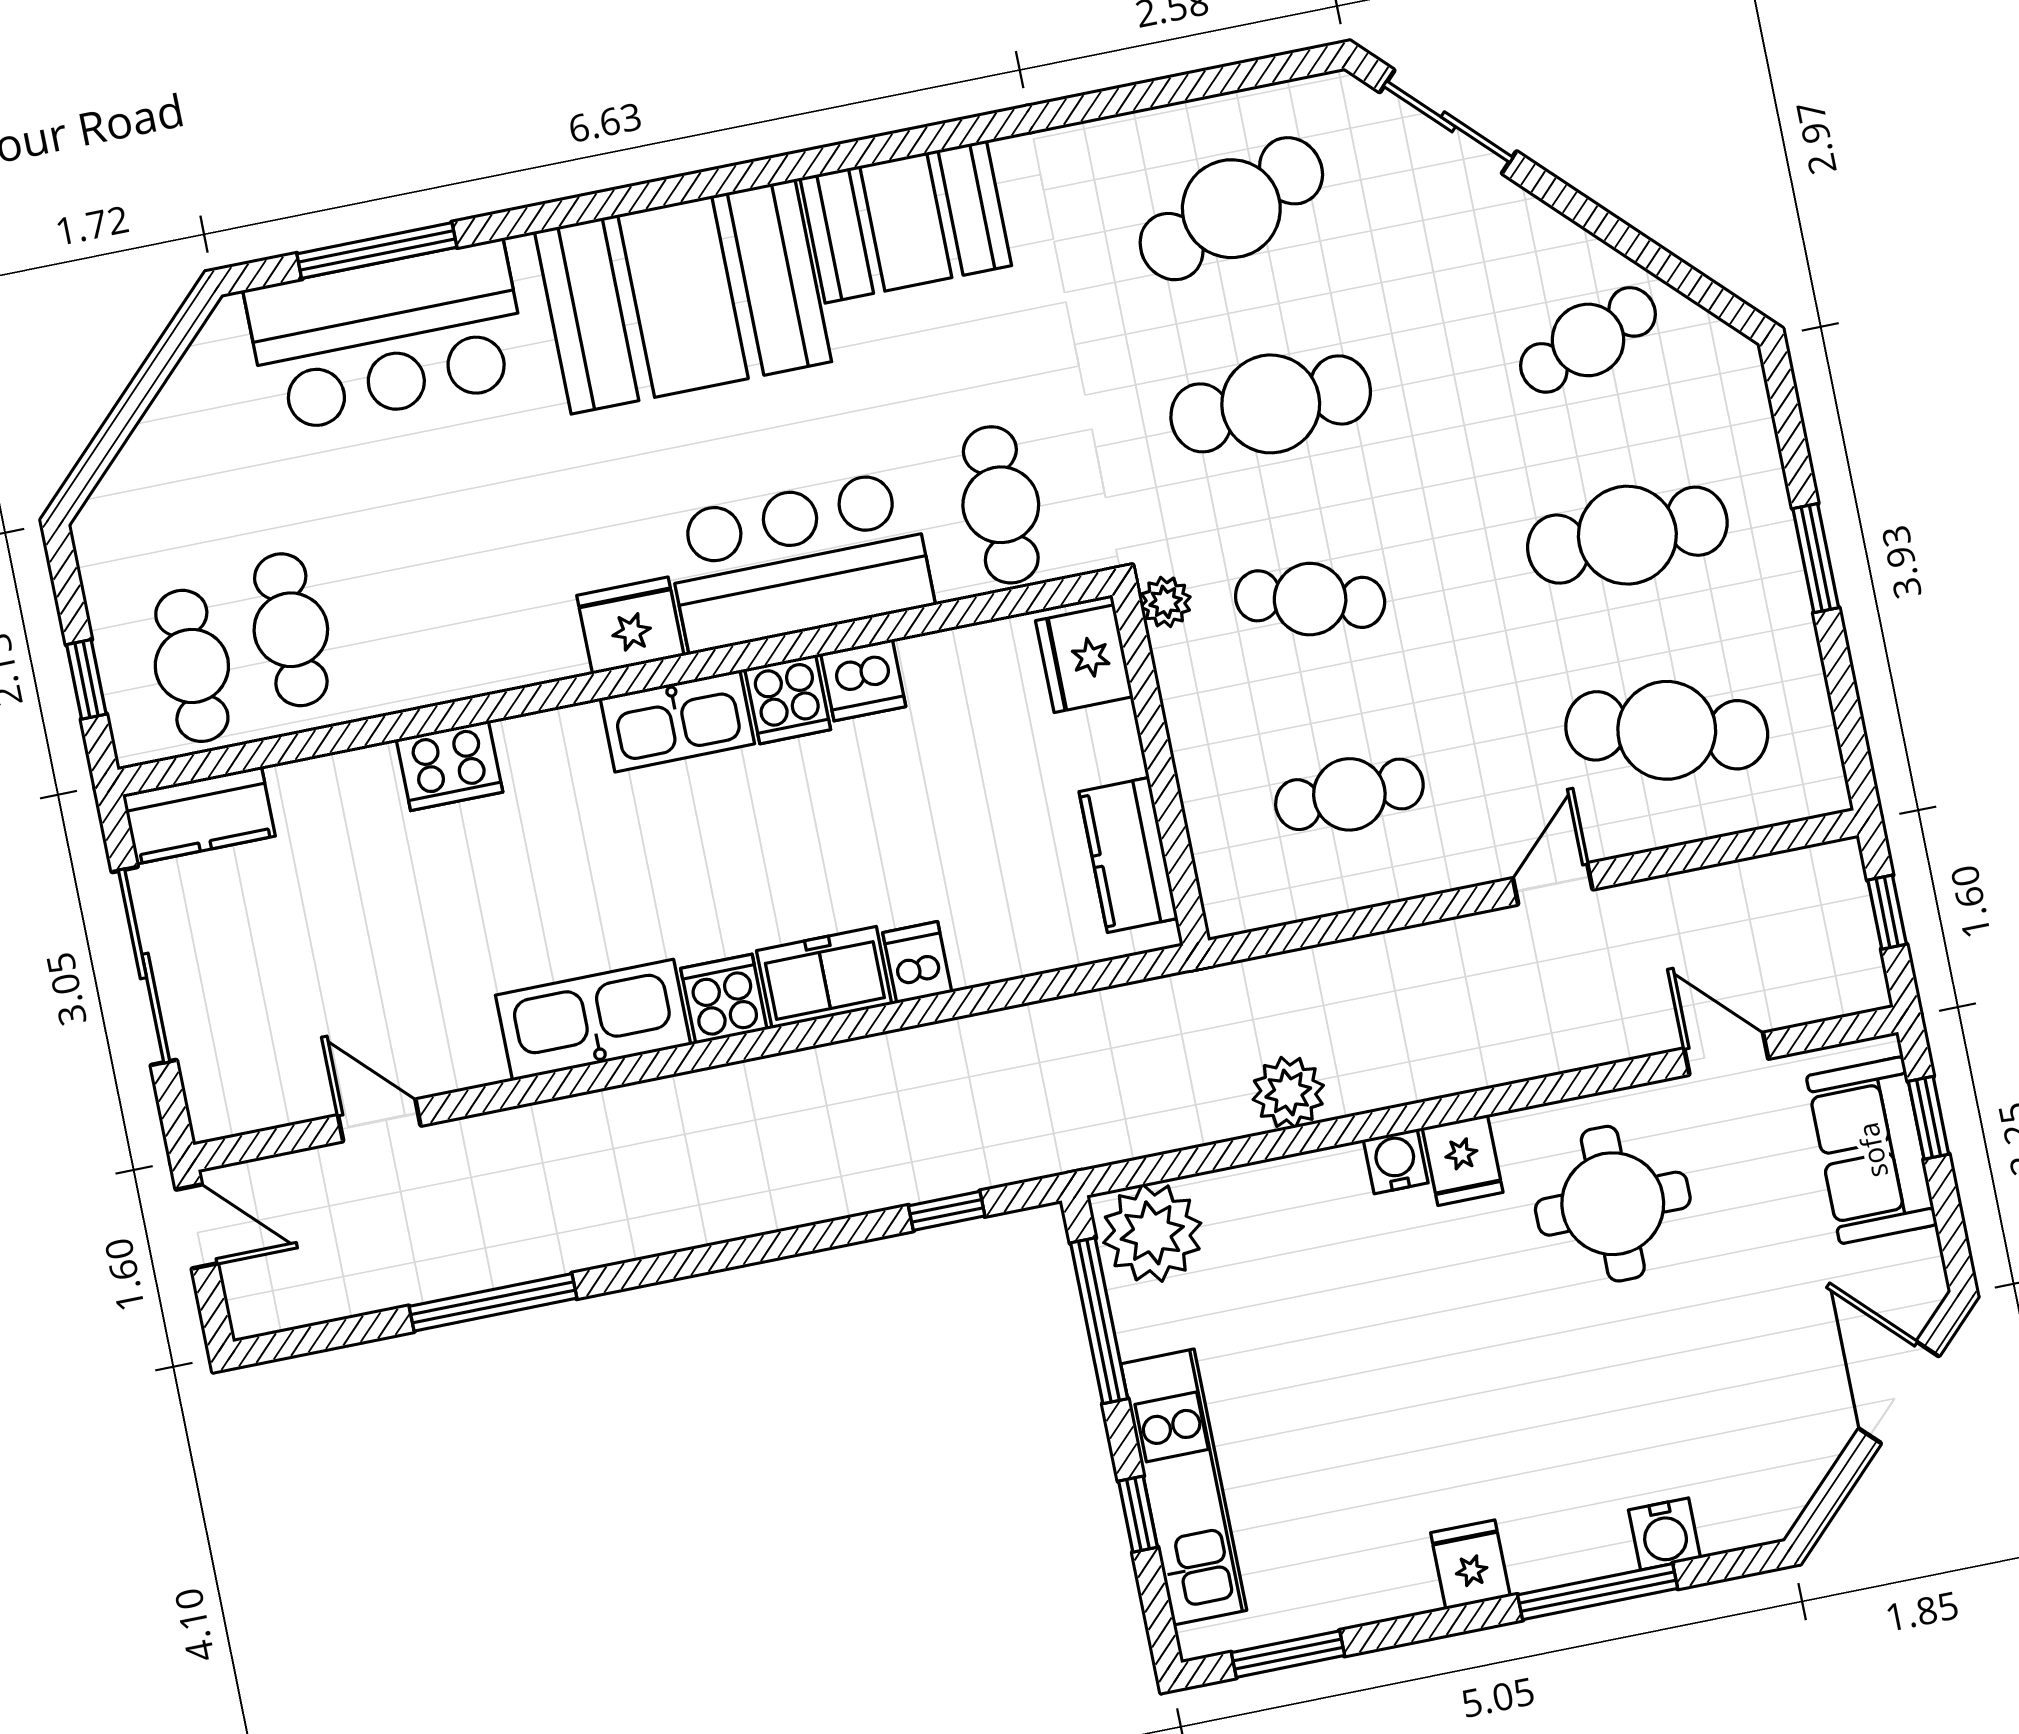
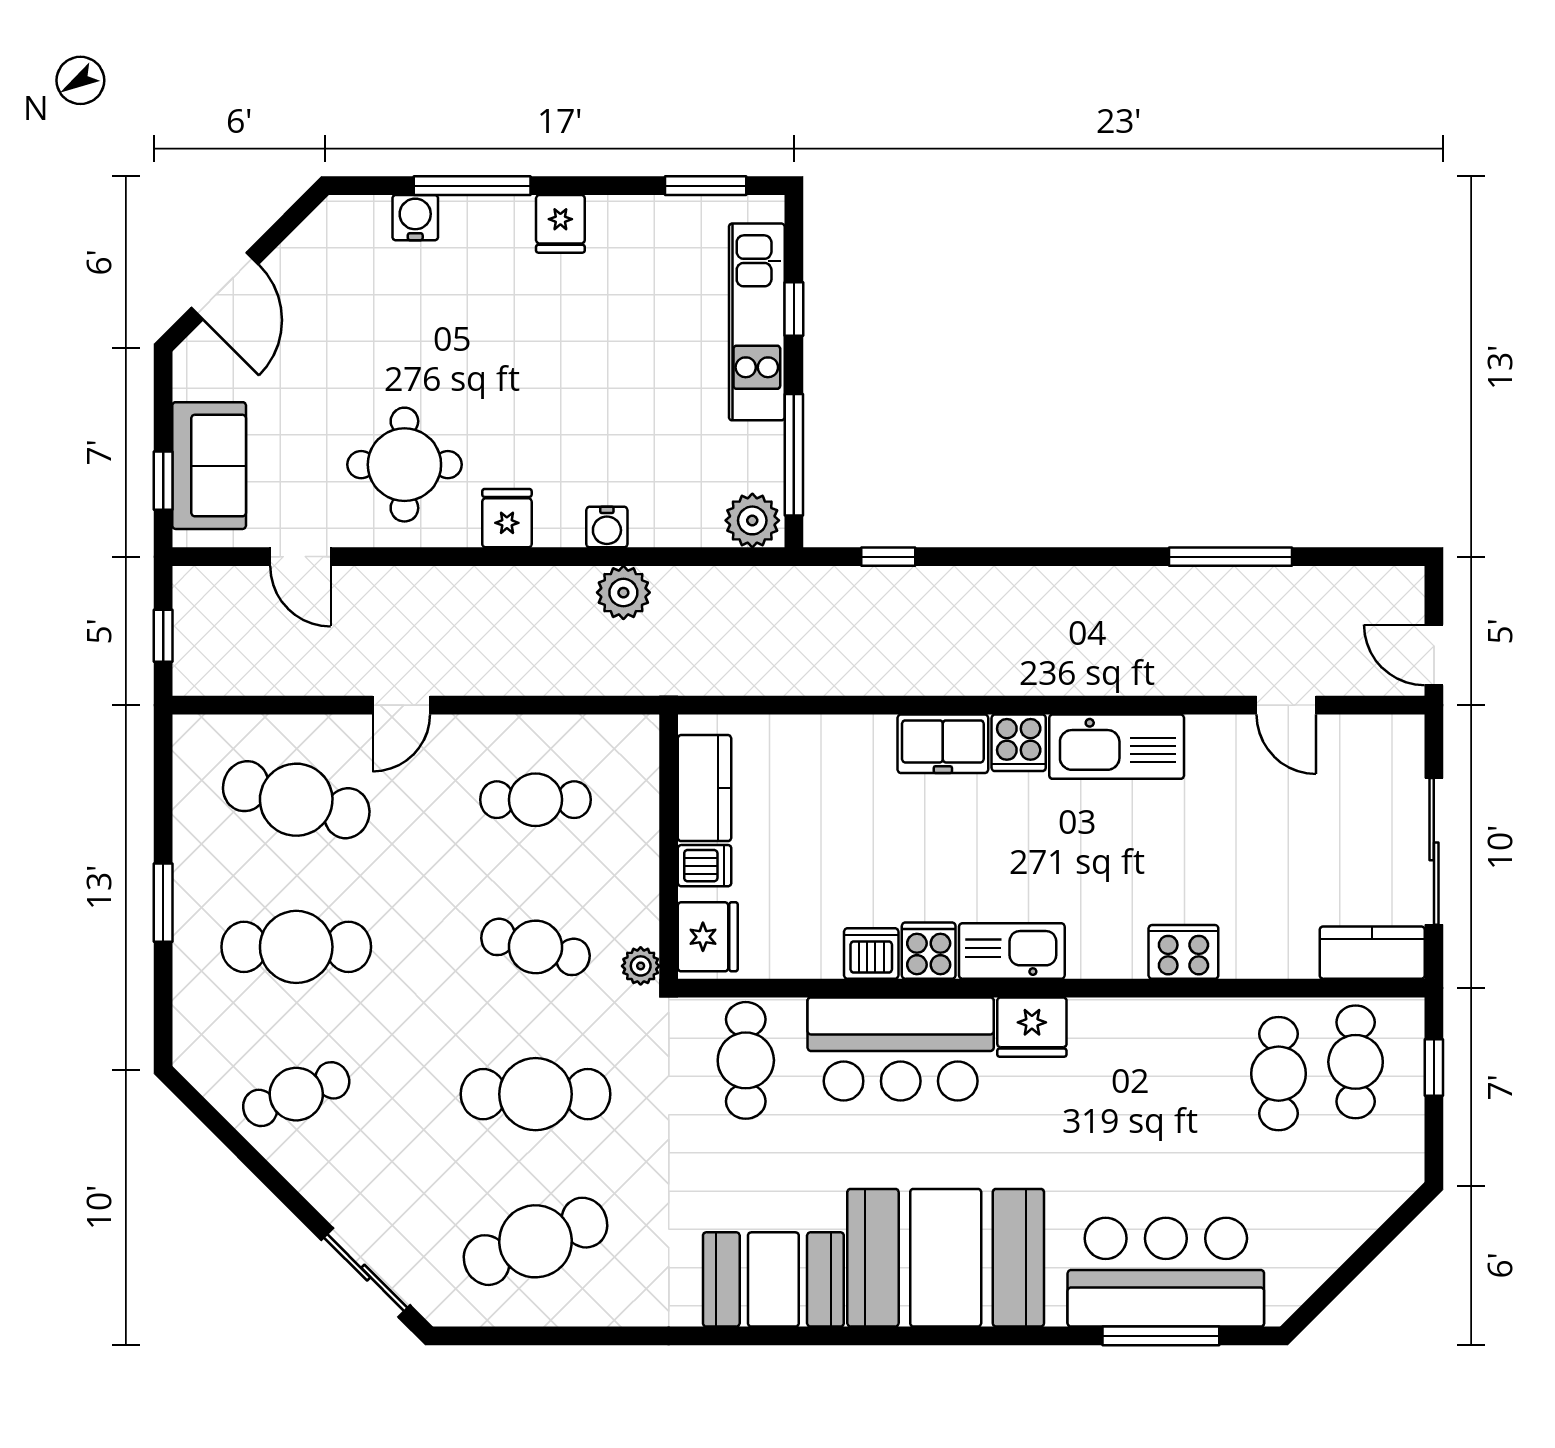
dishwasher: (917, 962) -> (705, 866), moved, turned -90
water cooler: (1396, 1161) -> (607, 527), moved
plant: (1152, 1233) -> (752, 520), width x0.73, depth x0.73

